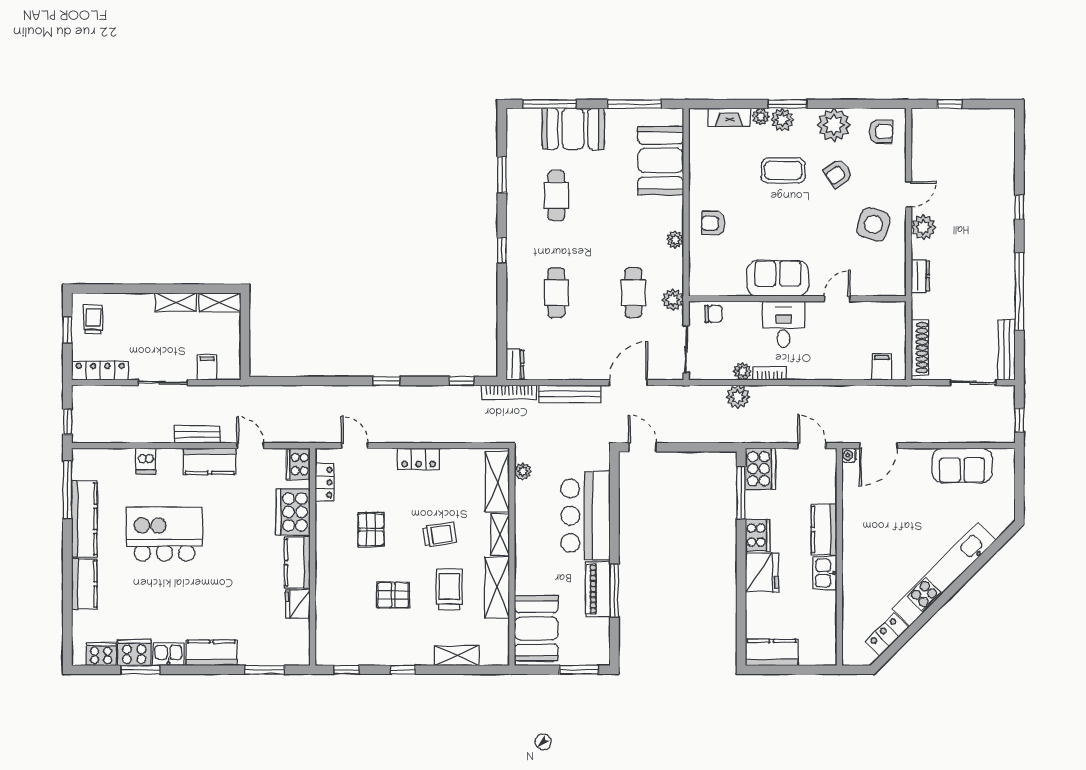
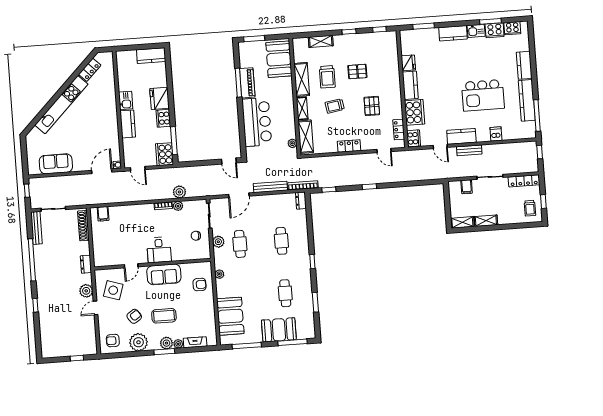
sofa: (778, 278) -> (164, 274), moved
wall: (797, 299) -> (153, 264), moved
door: (837, 299) -> (131, 266), moved
desk: (783, 324) -> (159, 250), moved

